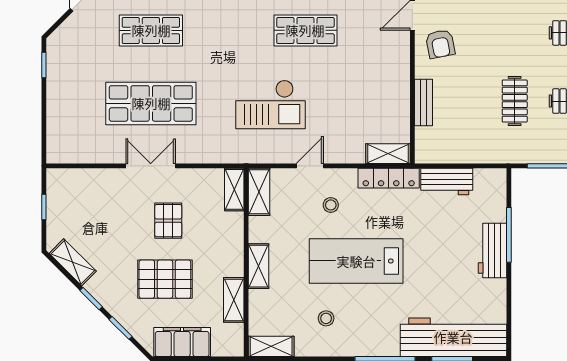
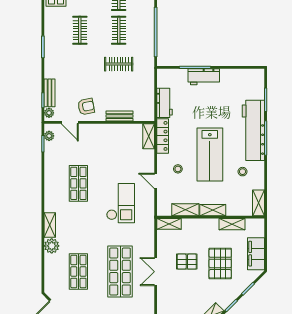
shelving: (259, 192) -> (185, 210), moved
workbench: (453, 337) -> (253, 130), moved

